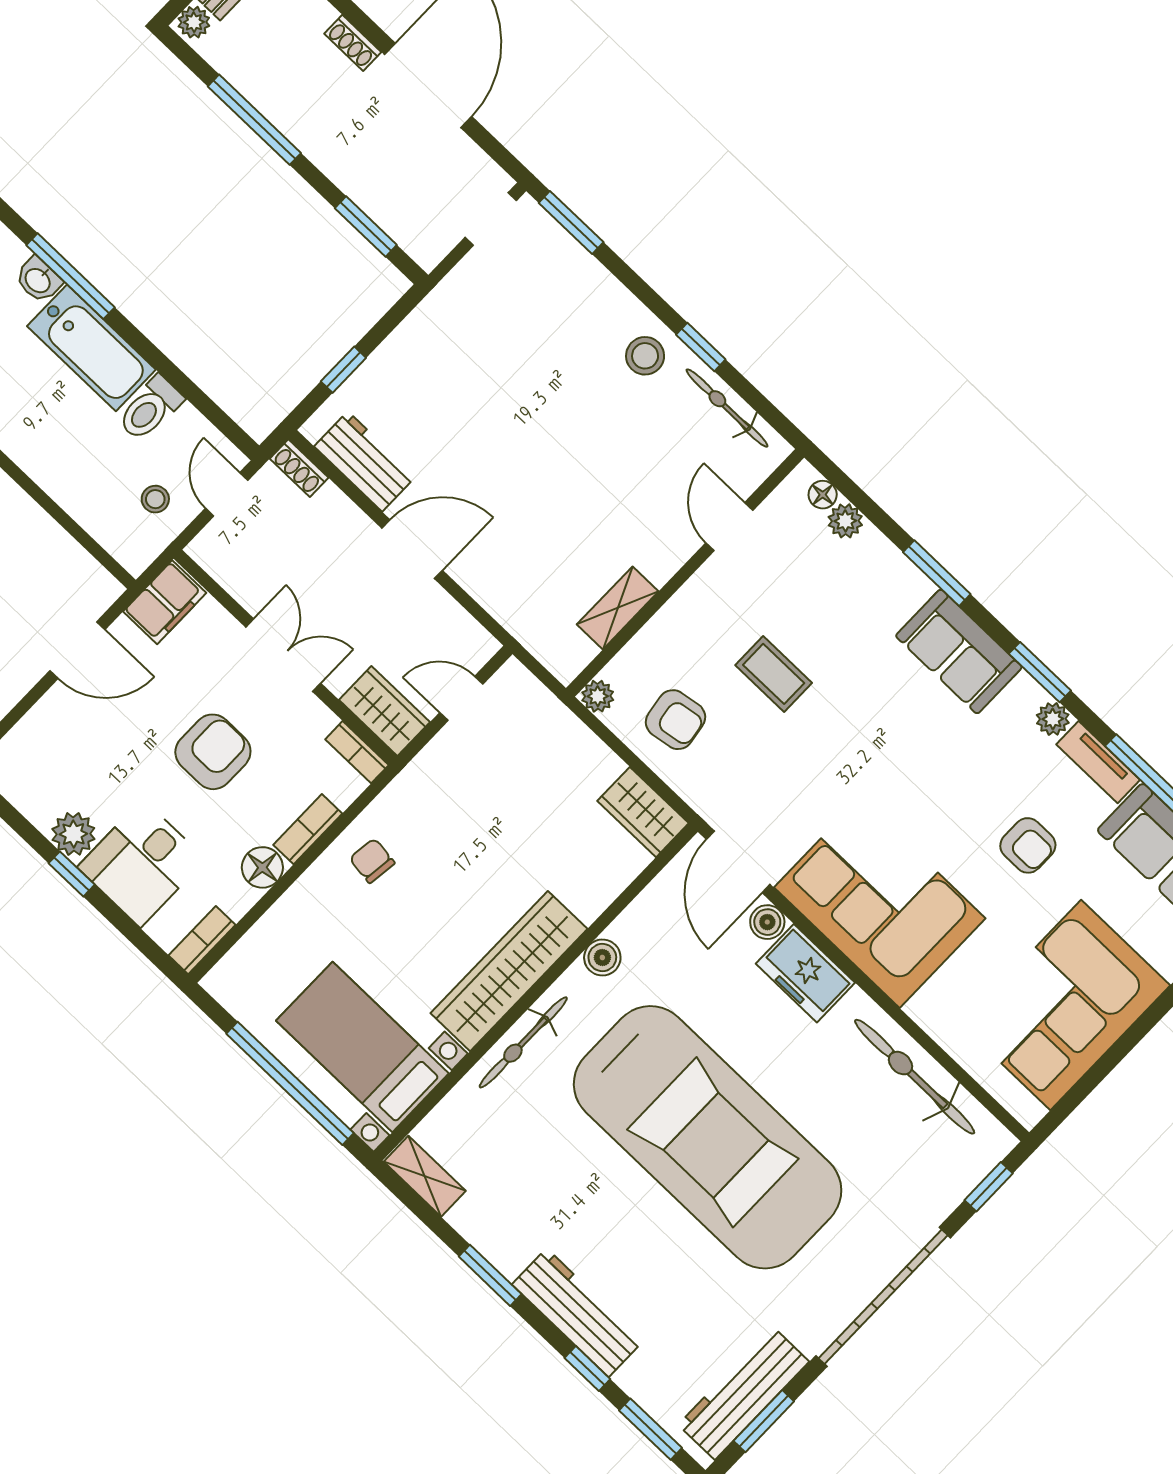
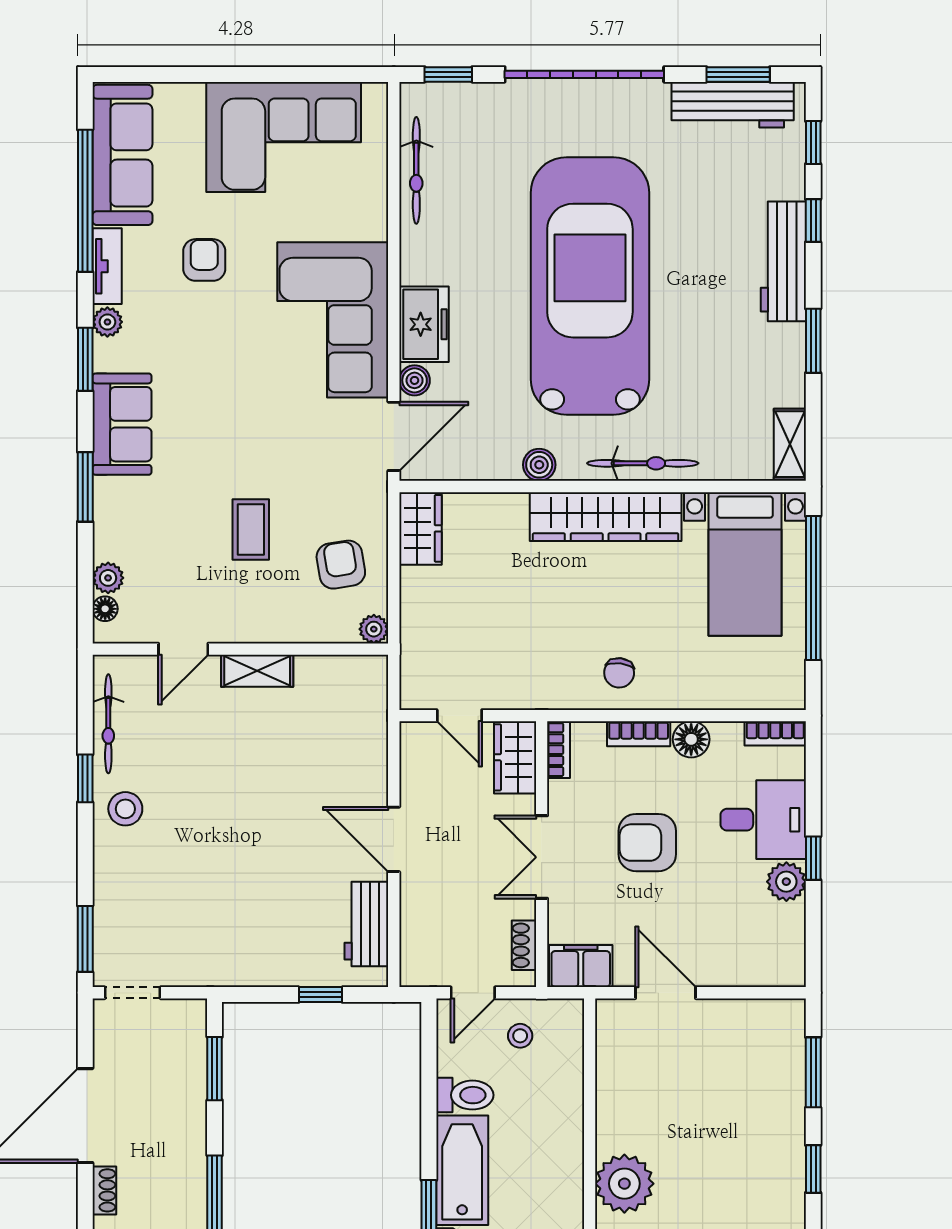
shoe rack: (299, 468) -> (524, 945), moved, turned 180
shelving: (618, 608) -> (257, 671), moved
bicycle: (915, 1077) -> (416, 170), width x0.73, depth x0.71
window: (650, 1429) -> (813, 142), width x0.67

